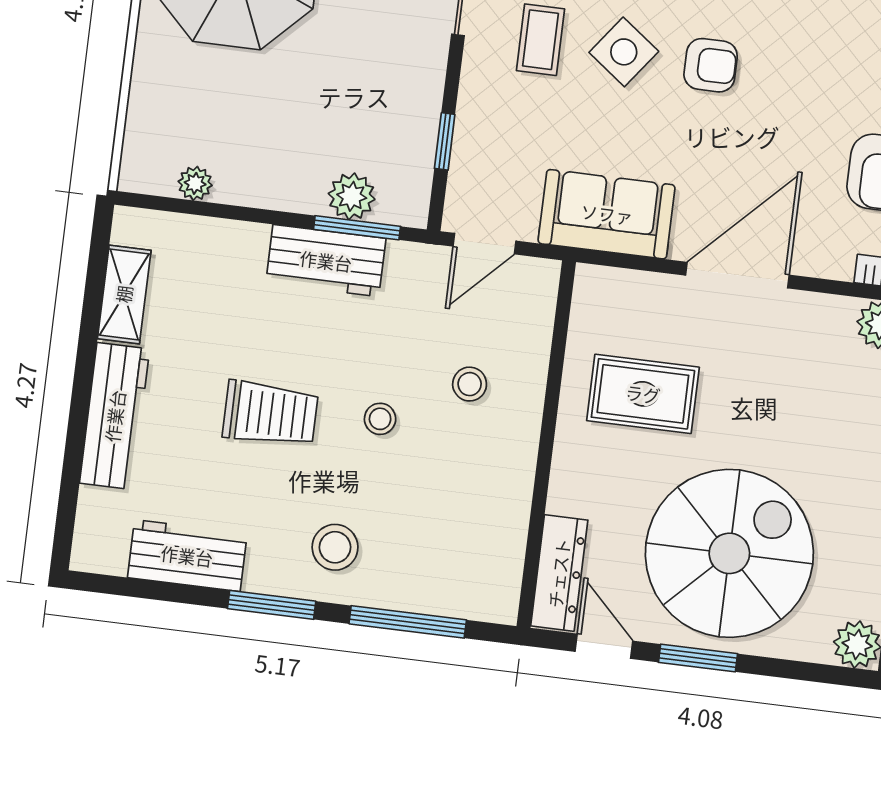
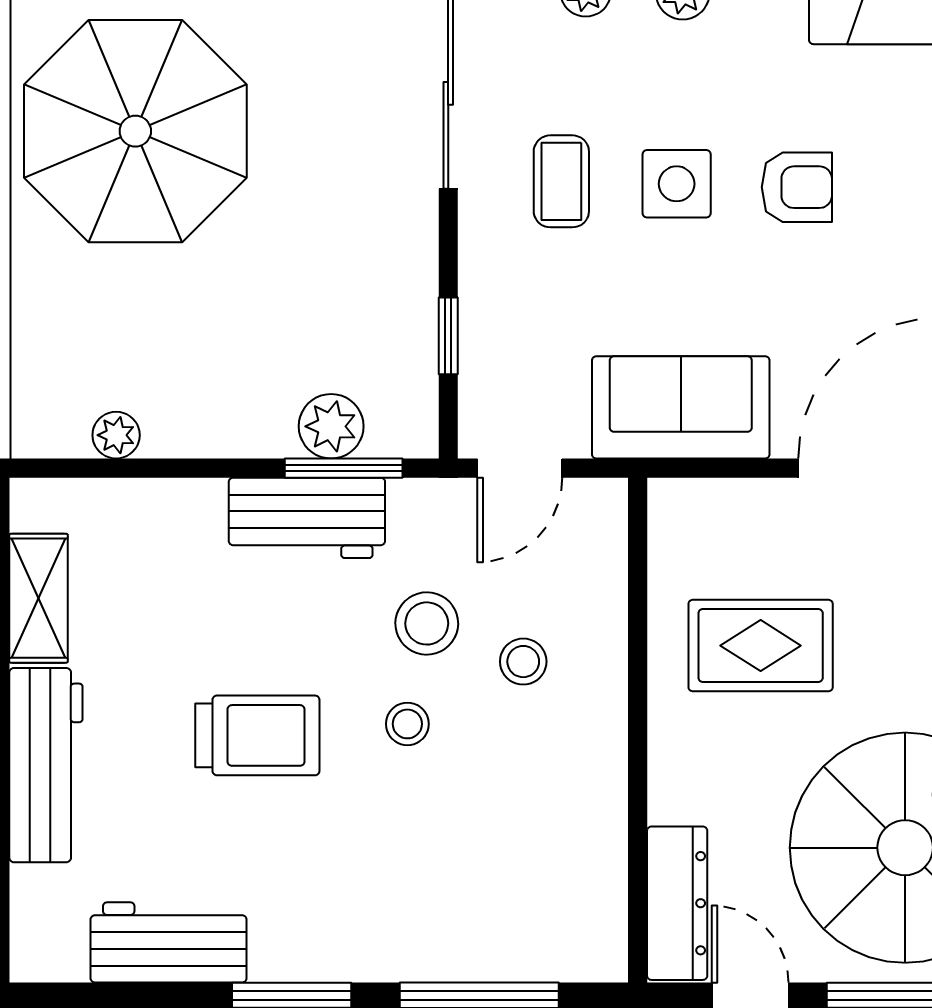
side table: (624, 52) -> (677, 184), turned -37
stool: (335, 547) -> (427, 623), moved

